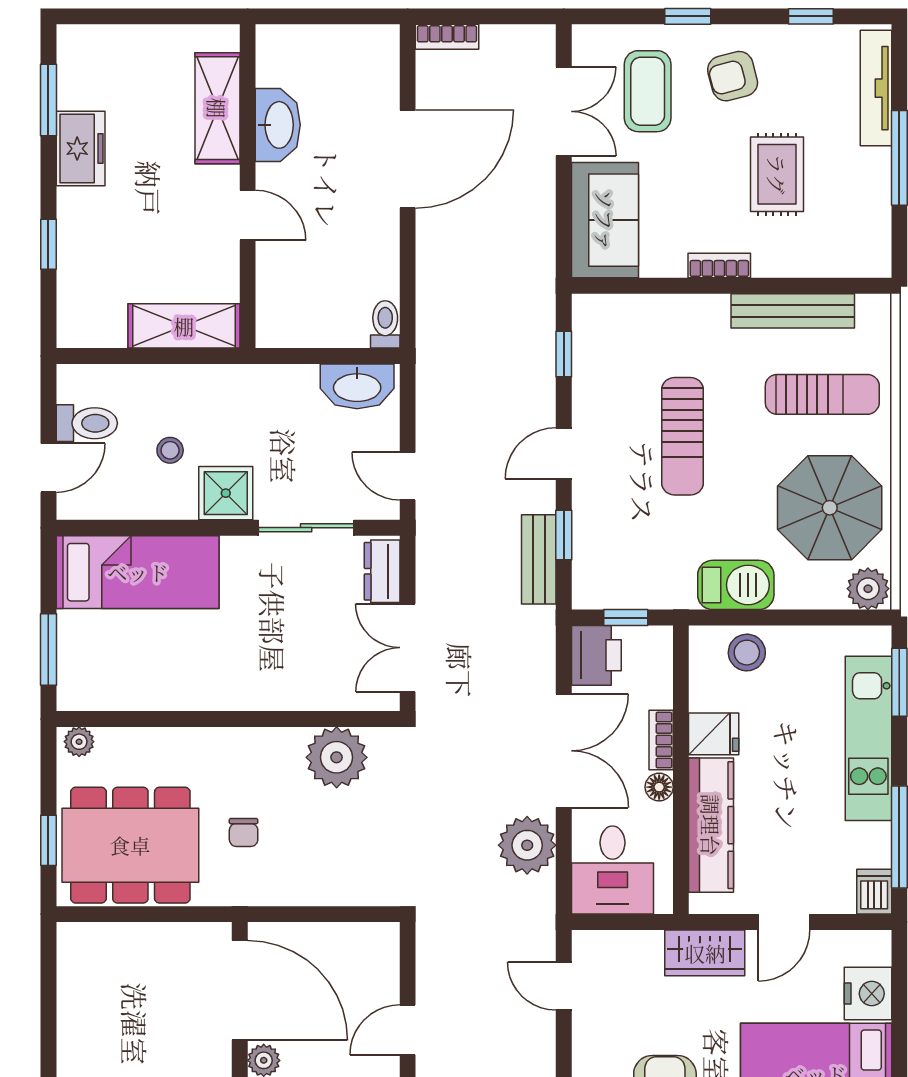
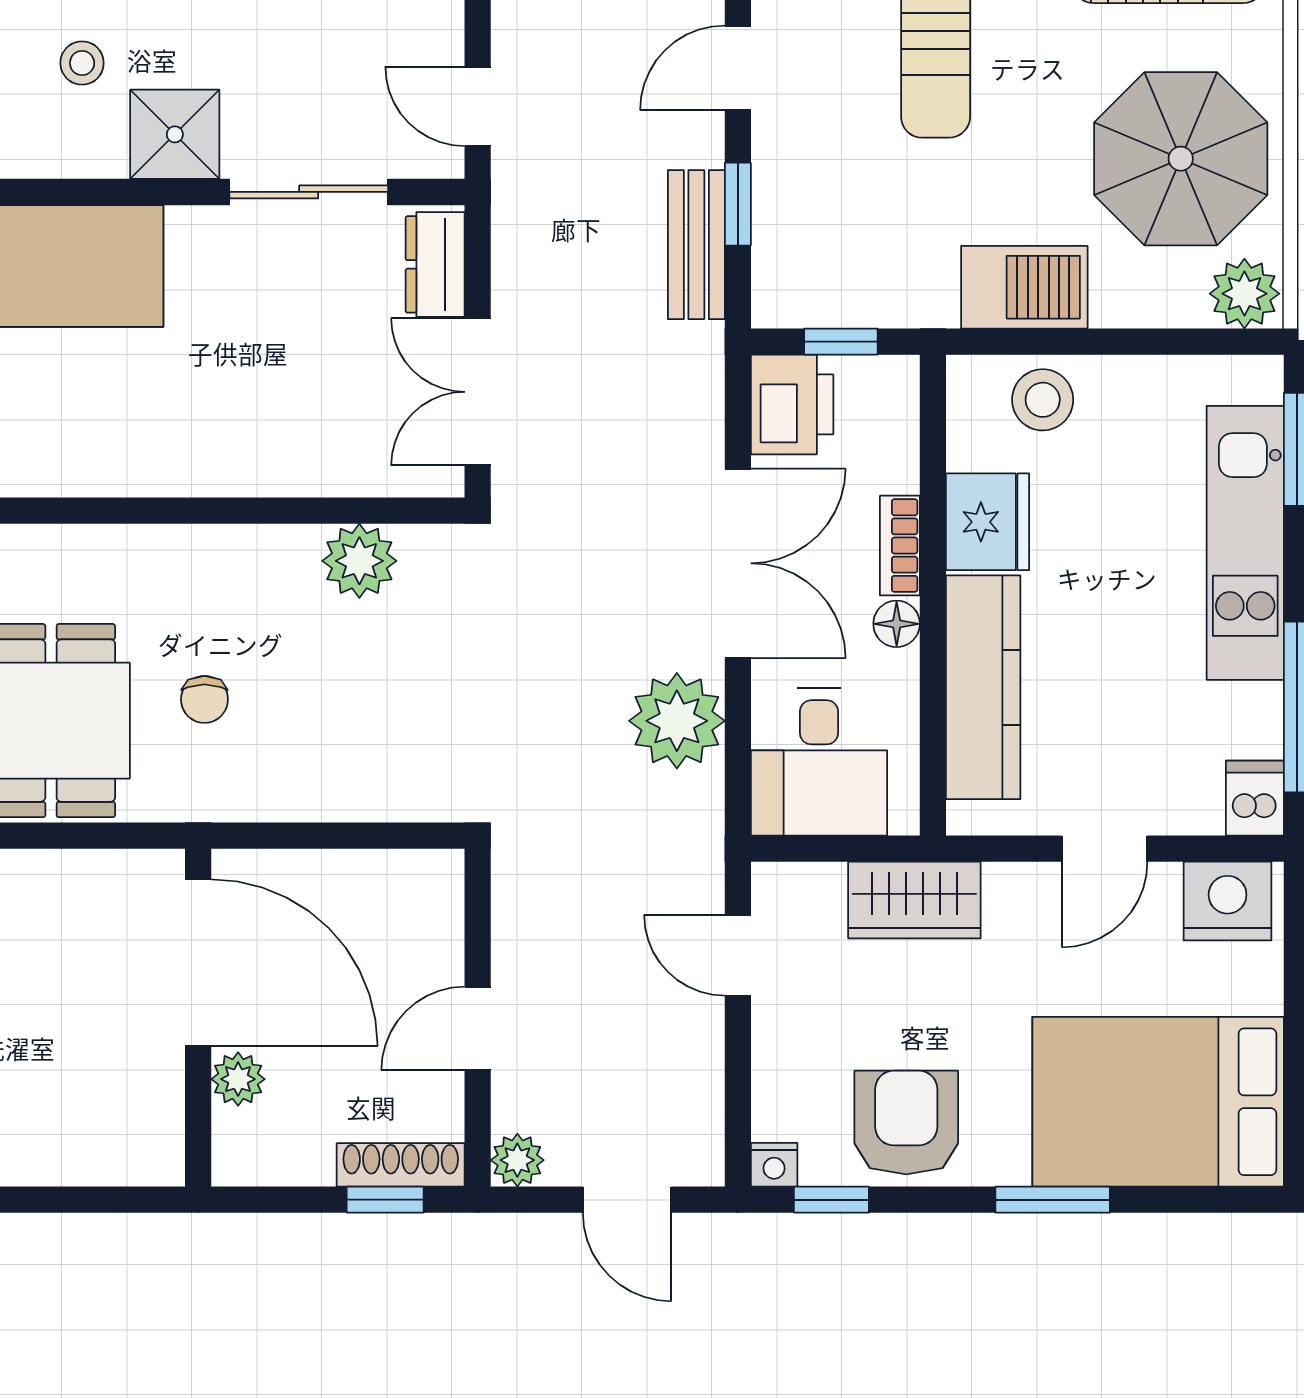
fridge: (714, 734) -> (987, 522), width x1.38
plant: (337, 757) -> (359, 561), width x0.73, depth x0.73
wardrobe: (705, 953) -> (914, 900), moved
nightstand: (868, 994) -> (1228, 901), moved, turned -90

